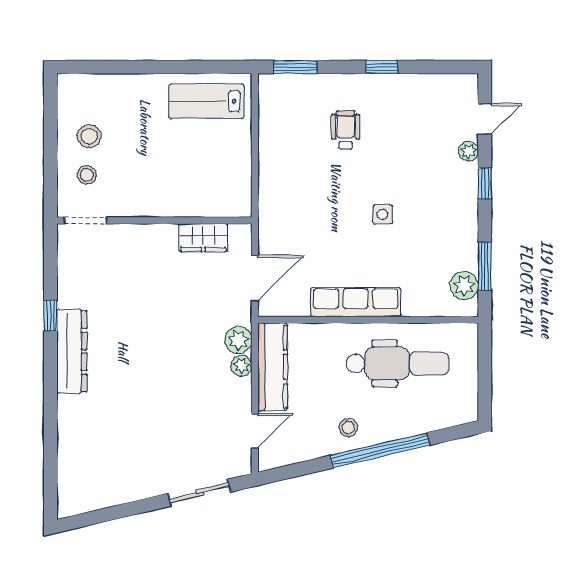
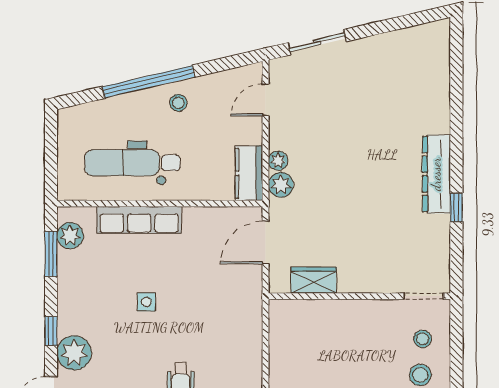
plant: (469, 151) -> (74, 353), width x1.88, depth x1.88
row of seats: (356, 302) -> (139, 220), moved
kitchen counter: (273, 367) -> (249, 173), width x0.67

